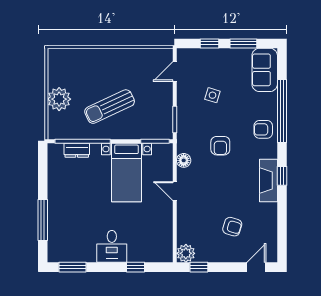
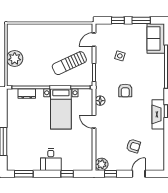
sun lounger: (110, 107) -> (69, 63), moved
armchair: (263, 129) -> (155, 79), removed
door: (256, 267) -> (139, 174), moved

